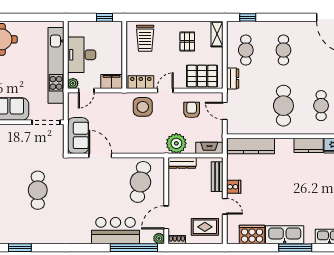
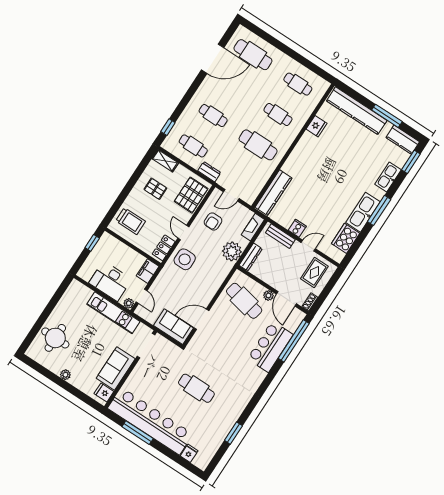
kitchen unit: (56, 65) -> (113, 313), width x0.73
armchair: (192, 110) -> (213, 221), turned -90
kitchen counter: (309, 145) -> (304, 146), removed
plant: (159, 238) -> (268, 295), moved

